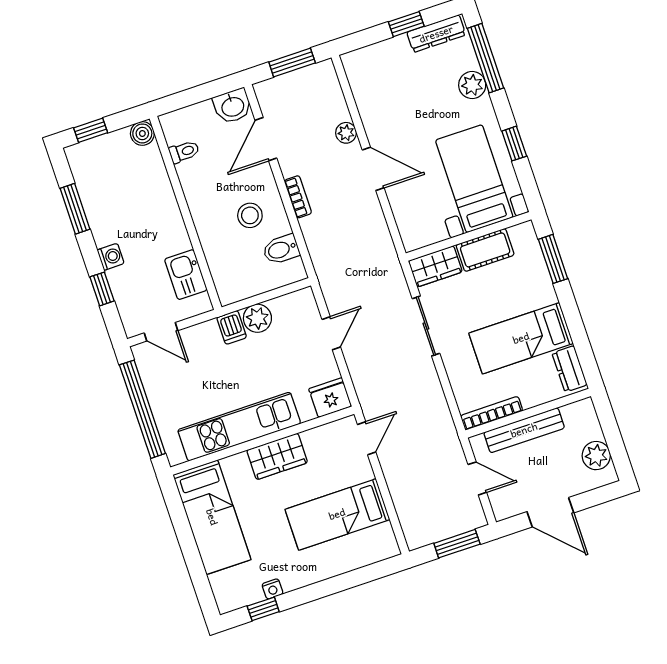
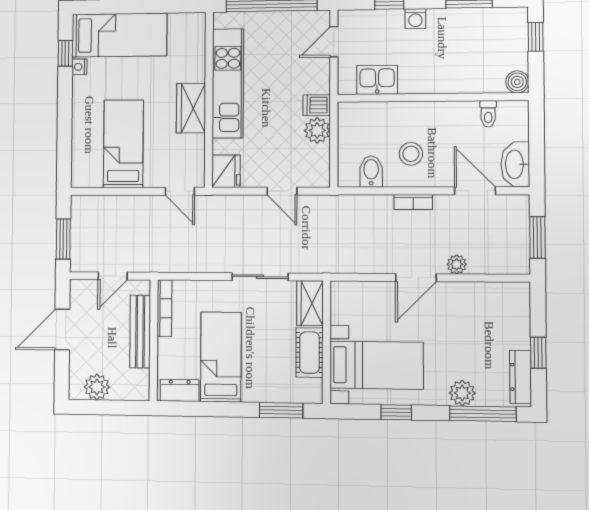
washbasin: (233, 106) -> (515, 164), width x1.38
bed: (212, 517) -> (119, 35), moved, turned 180

